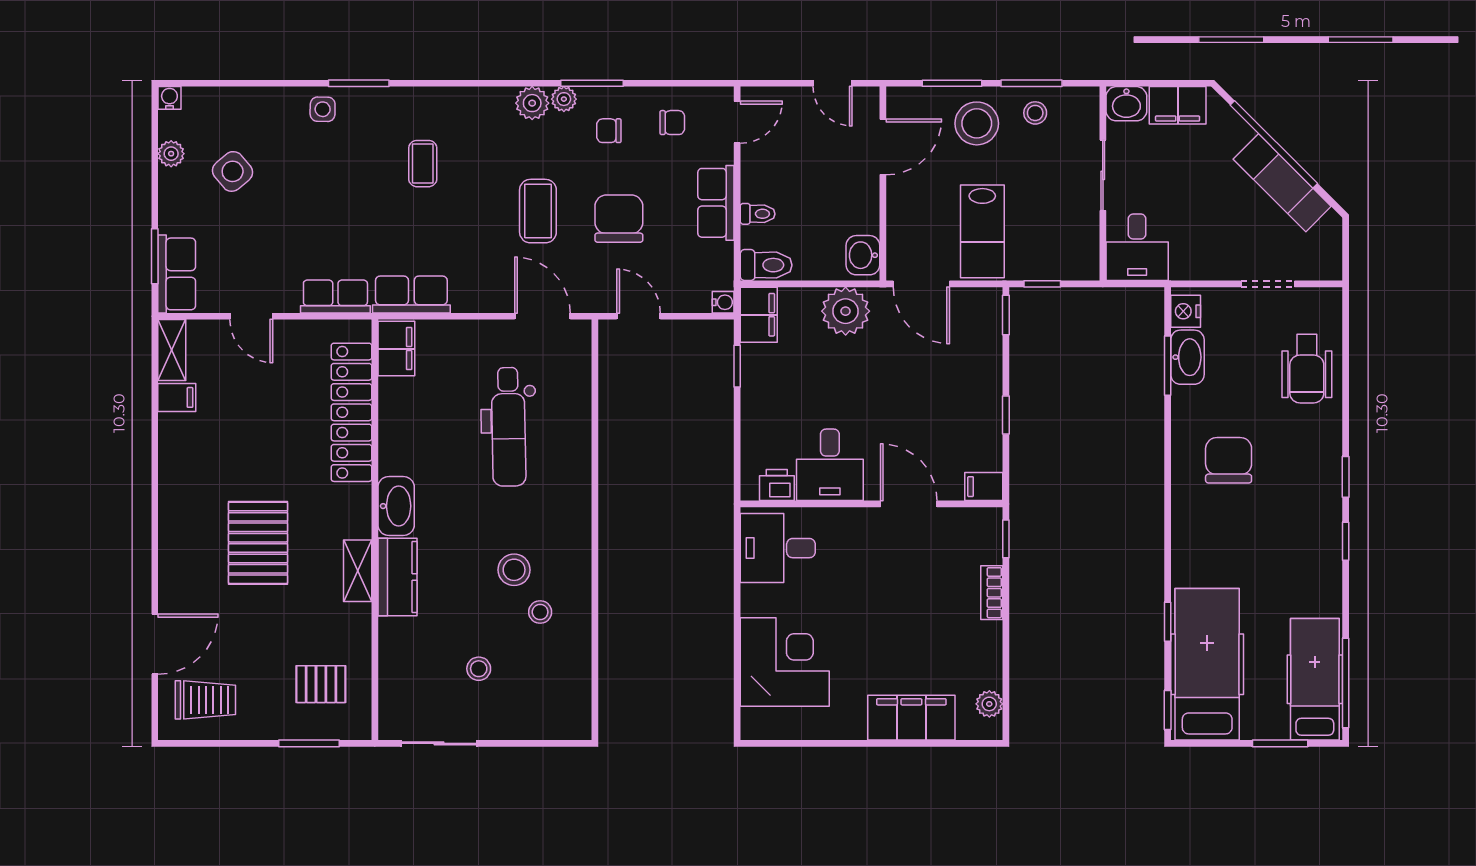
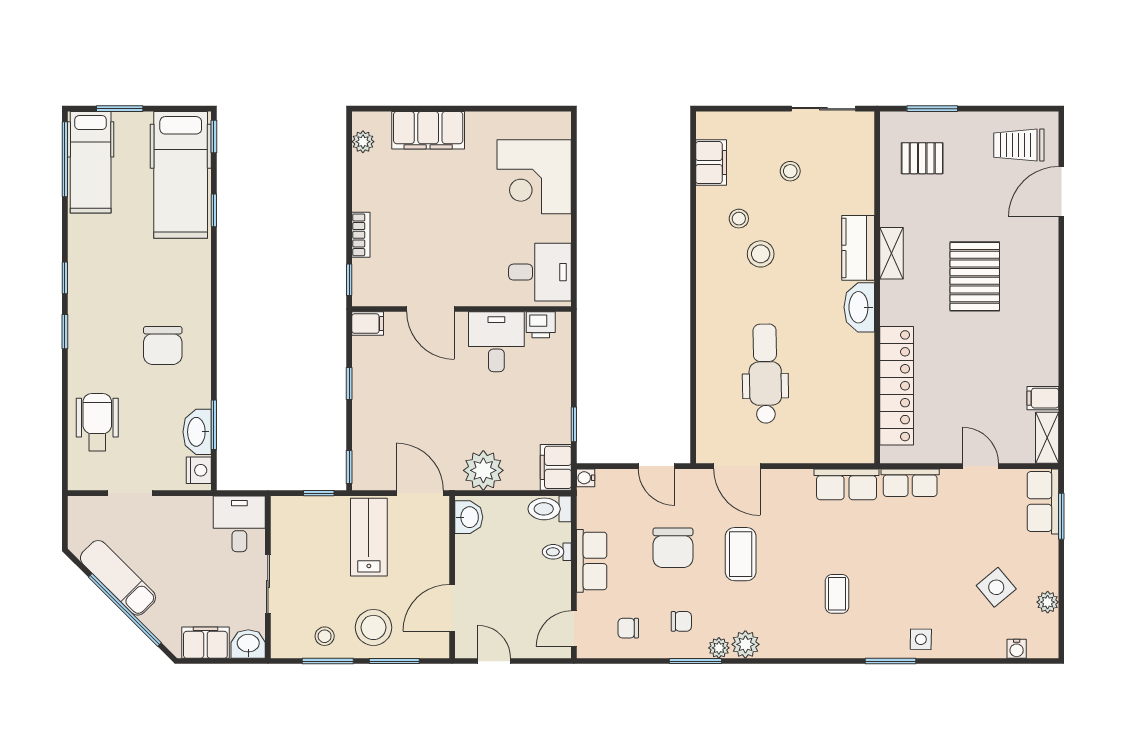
water cooler: (169, 98) -> (1017, 649), moved
filing cabinet: (396, 349) -> (711, 163), moved, turned 180

